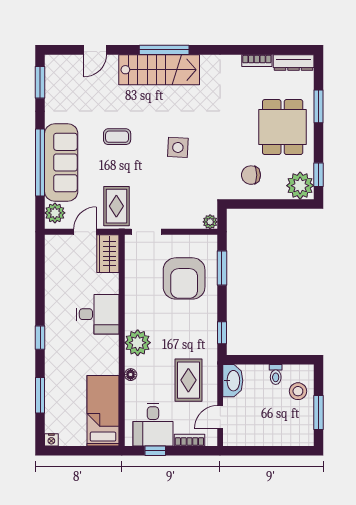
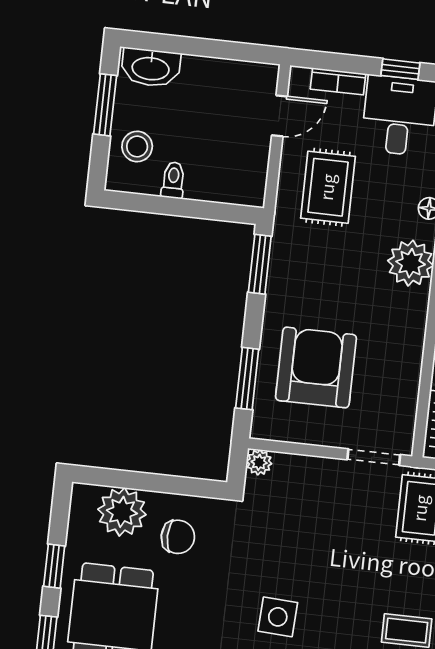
side table: (178, 147) -> (278, 617), moved
window: (318, 175) -> (54, 566), moved
plant: (300, 186) -> (122, 512), moved
window: (222, 333) -> (260, 264), width x1.50
washbasin: (233, 381) -> (151, 68), moved, turned -90

